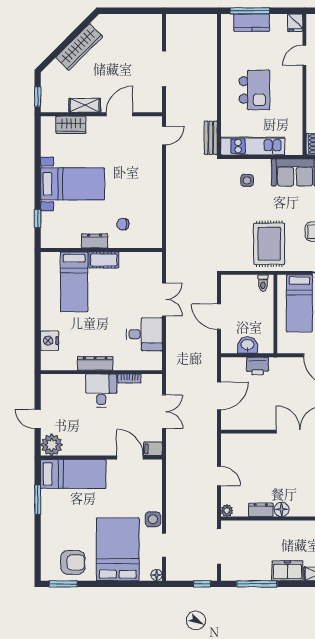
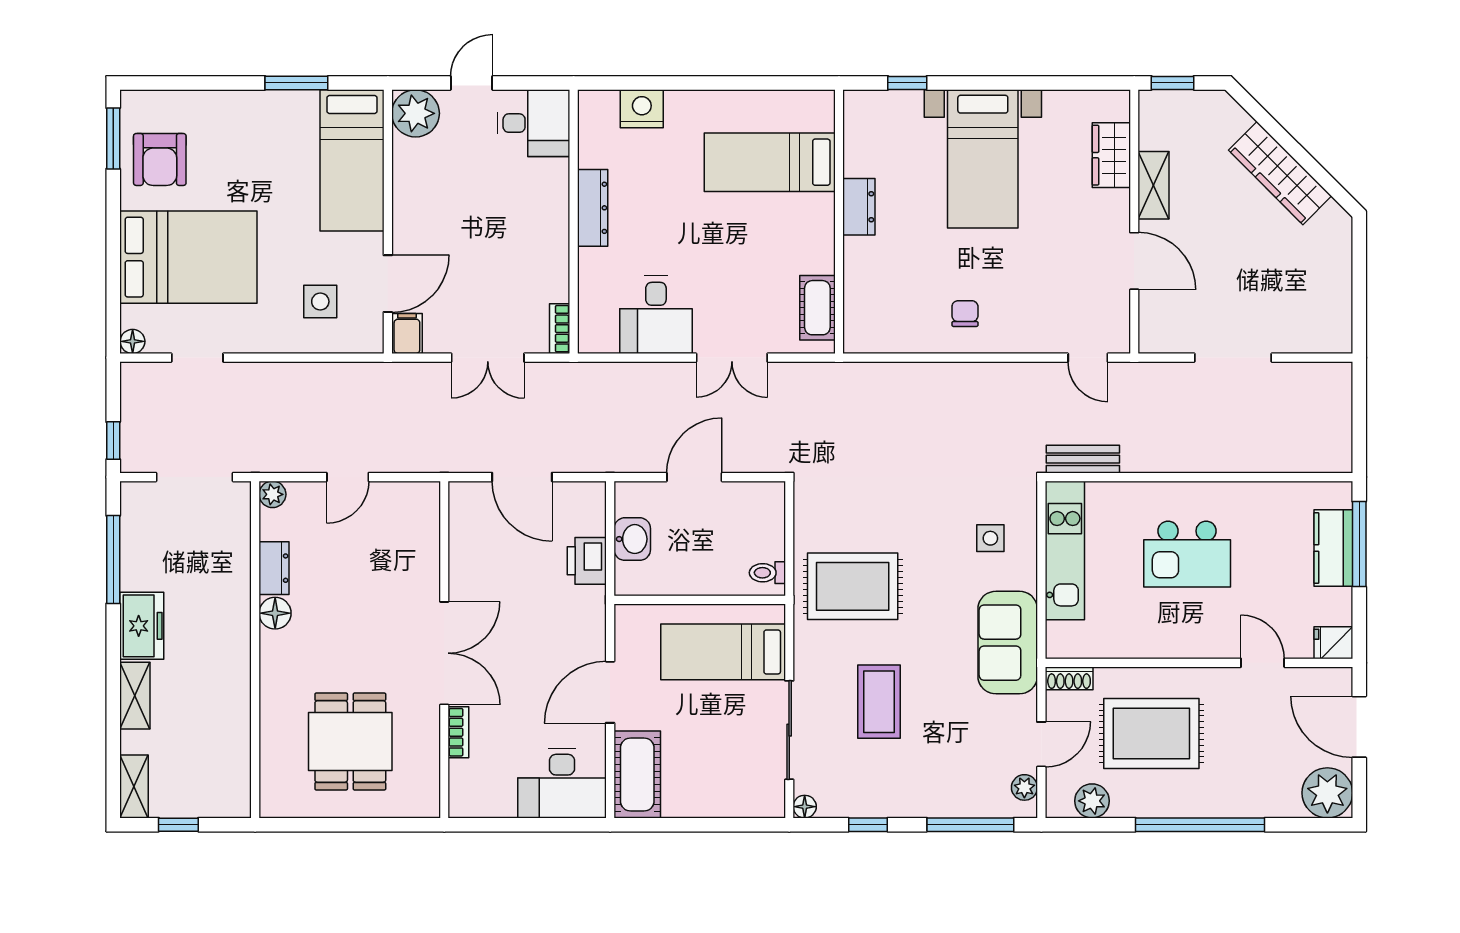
chair: (123, 224) -> (965, 314), moved
cot: (104, 260) -> (817, 308), moved
bookcase: (129, 379) -> (560, 329), moved
desk: (101, 391) -> (534, 123), moved
side table: (153, 519) -> (320, 302), moved

